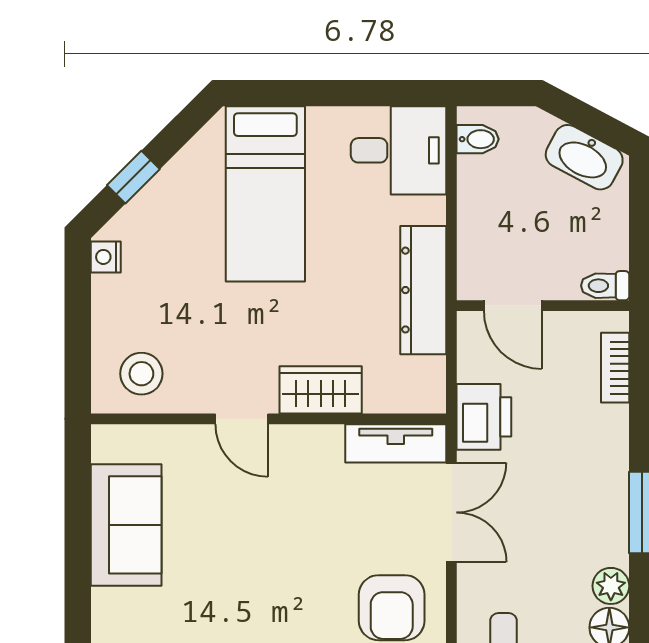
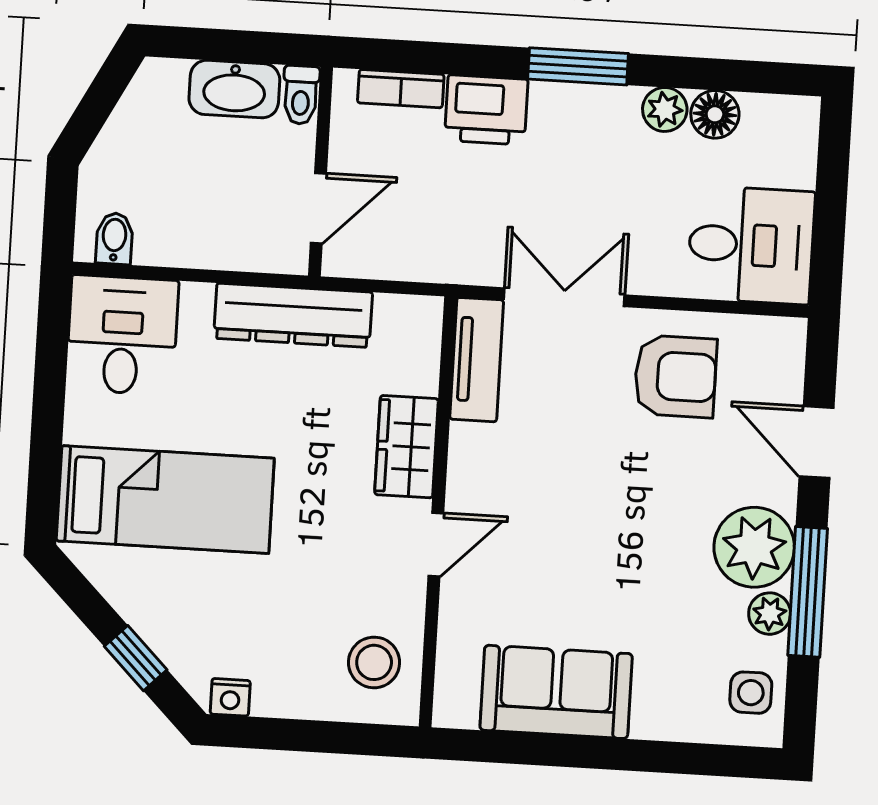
washbasin: (584, 157) -> (234, 89), moved, turned 62
printer: (484, 417) -> (486, 110), moved, turned 180

